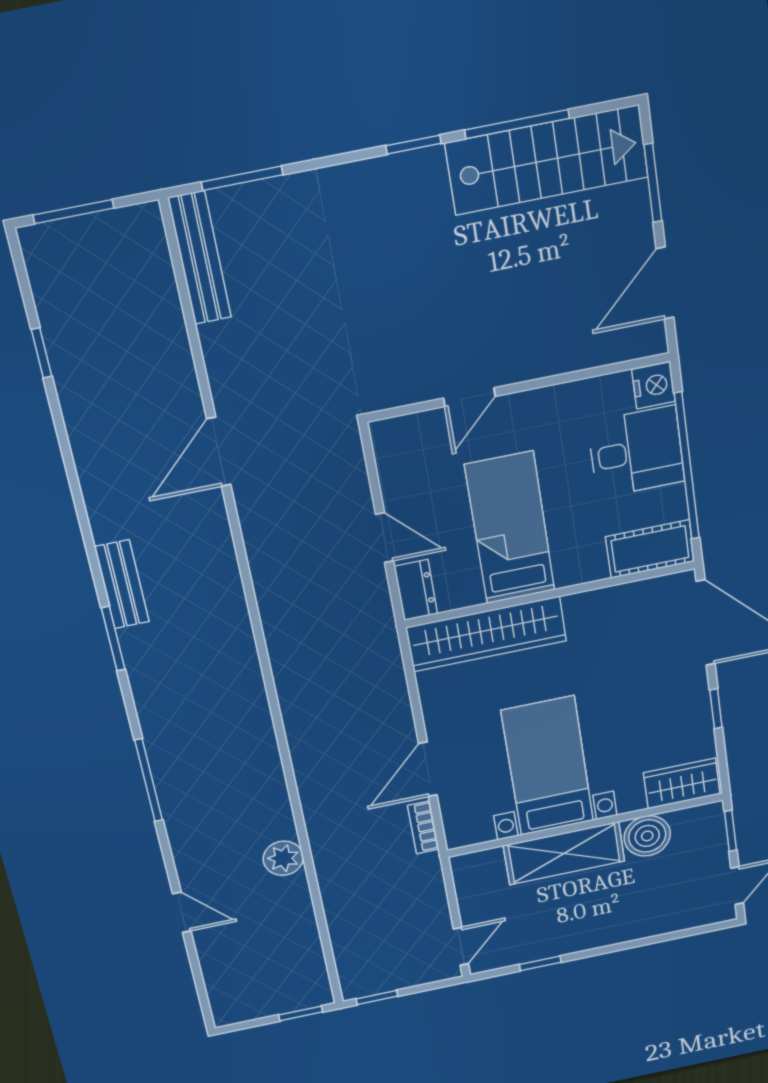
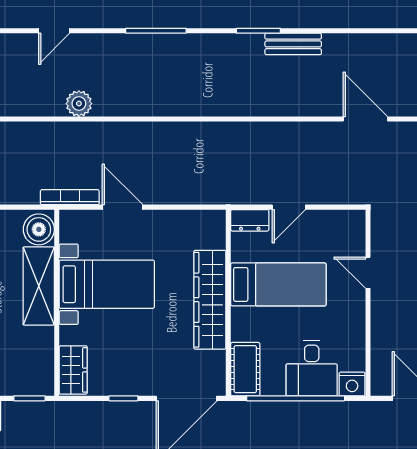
wardrobe: (486, 634) -> (210, 300), moved
bookcase: (423, 827) -> (70, 197), width x1.56
boiler: (647, 836) -> (39, 229), moved

